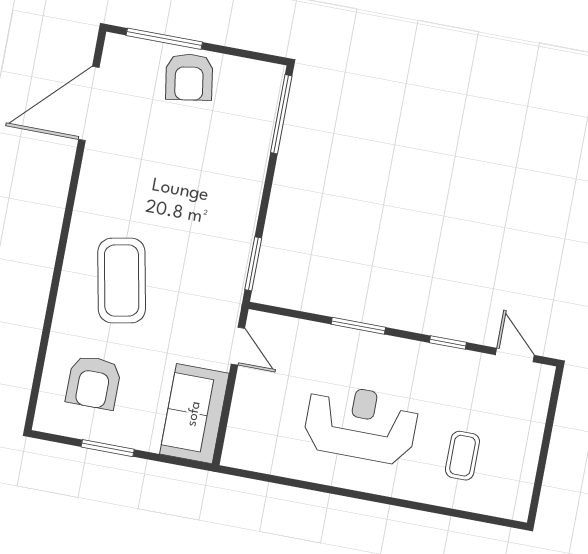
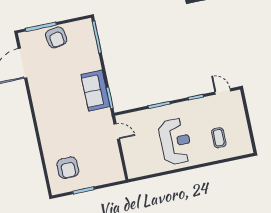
coffee table: (122, 281) -> (63, 125), removed
sofa: (194, 414) -> (95, 91), moved
reception desk: (361, 424) -> (175, 141), turned 90

